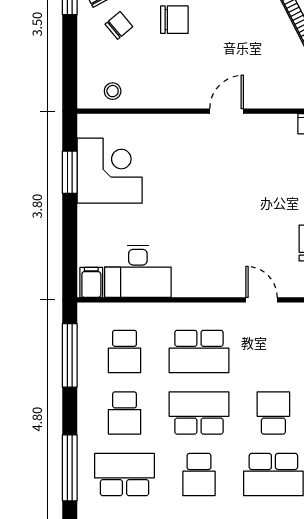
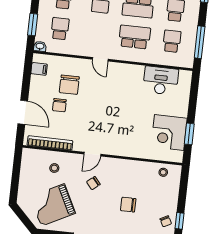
chair: (119, 25) -> (93, 183), moved
door: (227, 111) -> (92, 154), moved
filing cabinet: (91, 282) -> (185, 78), removed

